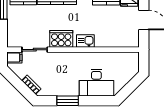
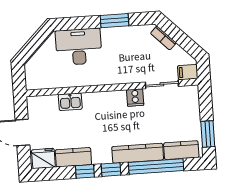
cooker: (61, 39) -> (135, 97), width x0.53, depth x0.76
kitchen sink: (85, 41) -> (70, 102), moved

